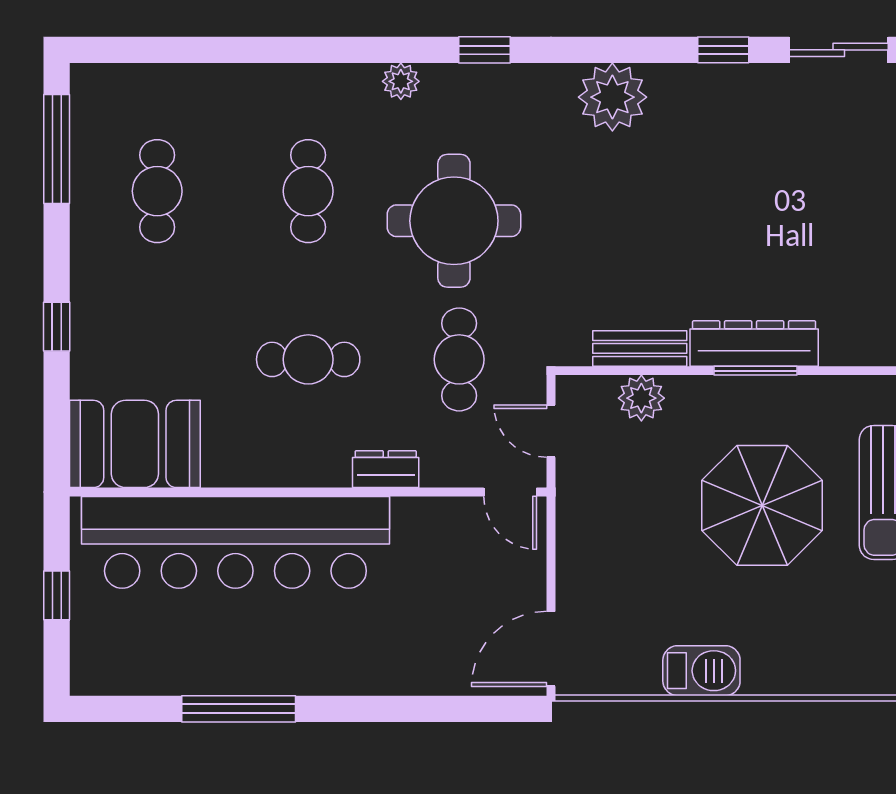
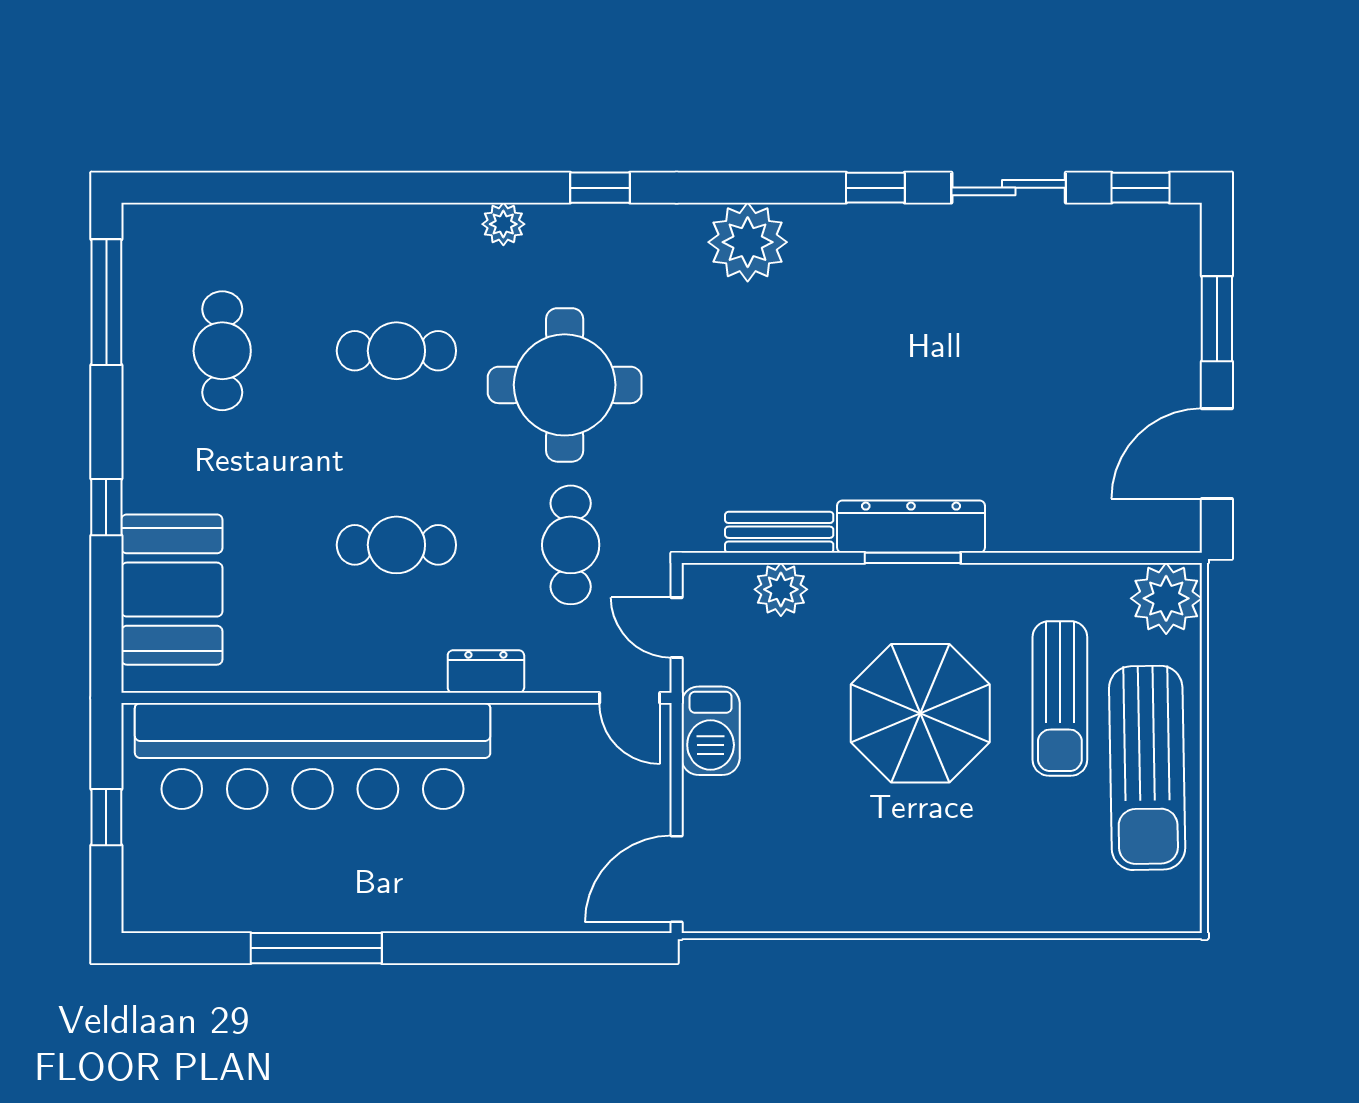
cafe table: (308, 191) -> (396, 351), turned 90
booth: (135, 444) -> (172, 590), moved, turned 90
barbecue: (701, 671) -> (711, 731), moved, turned 90

